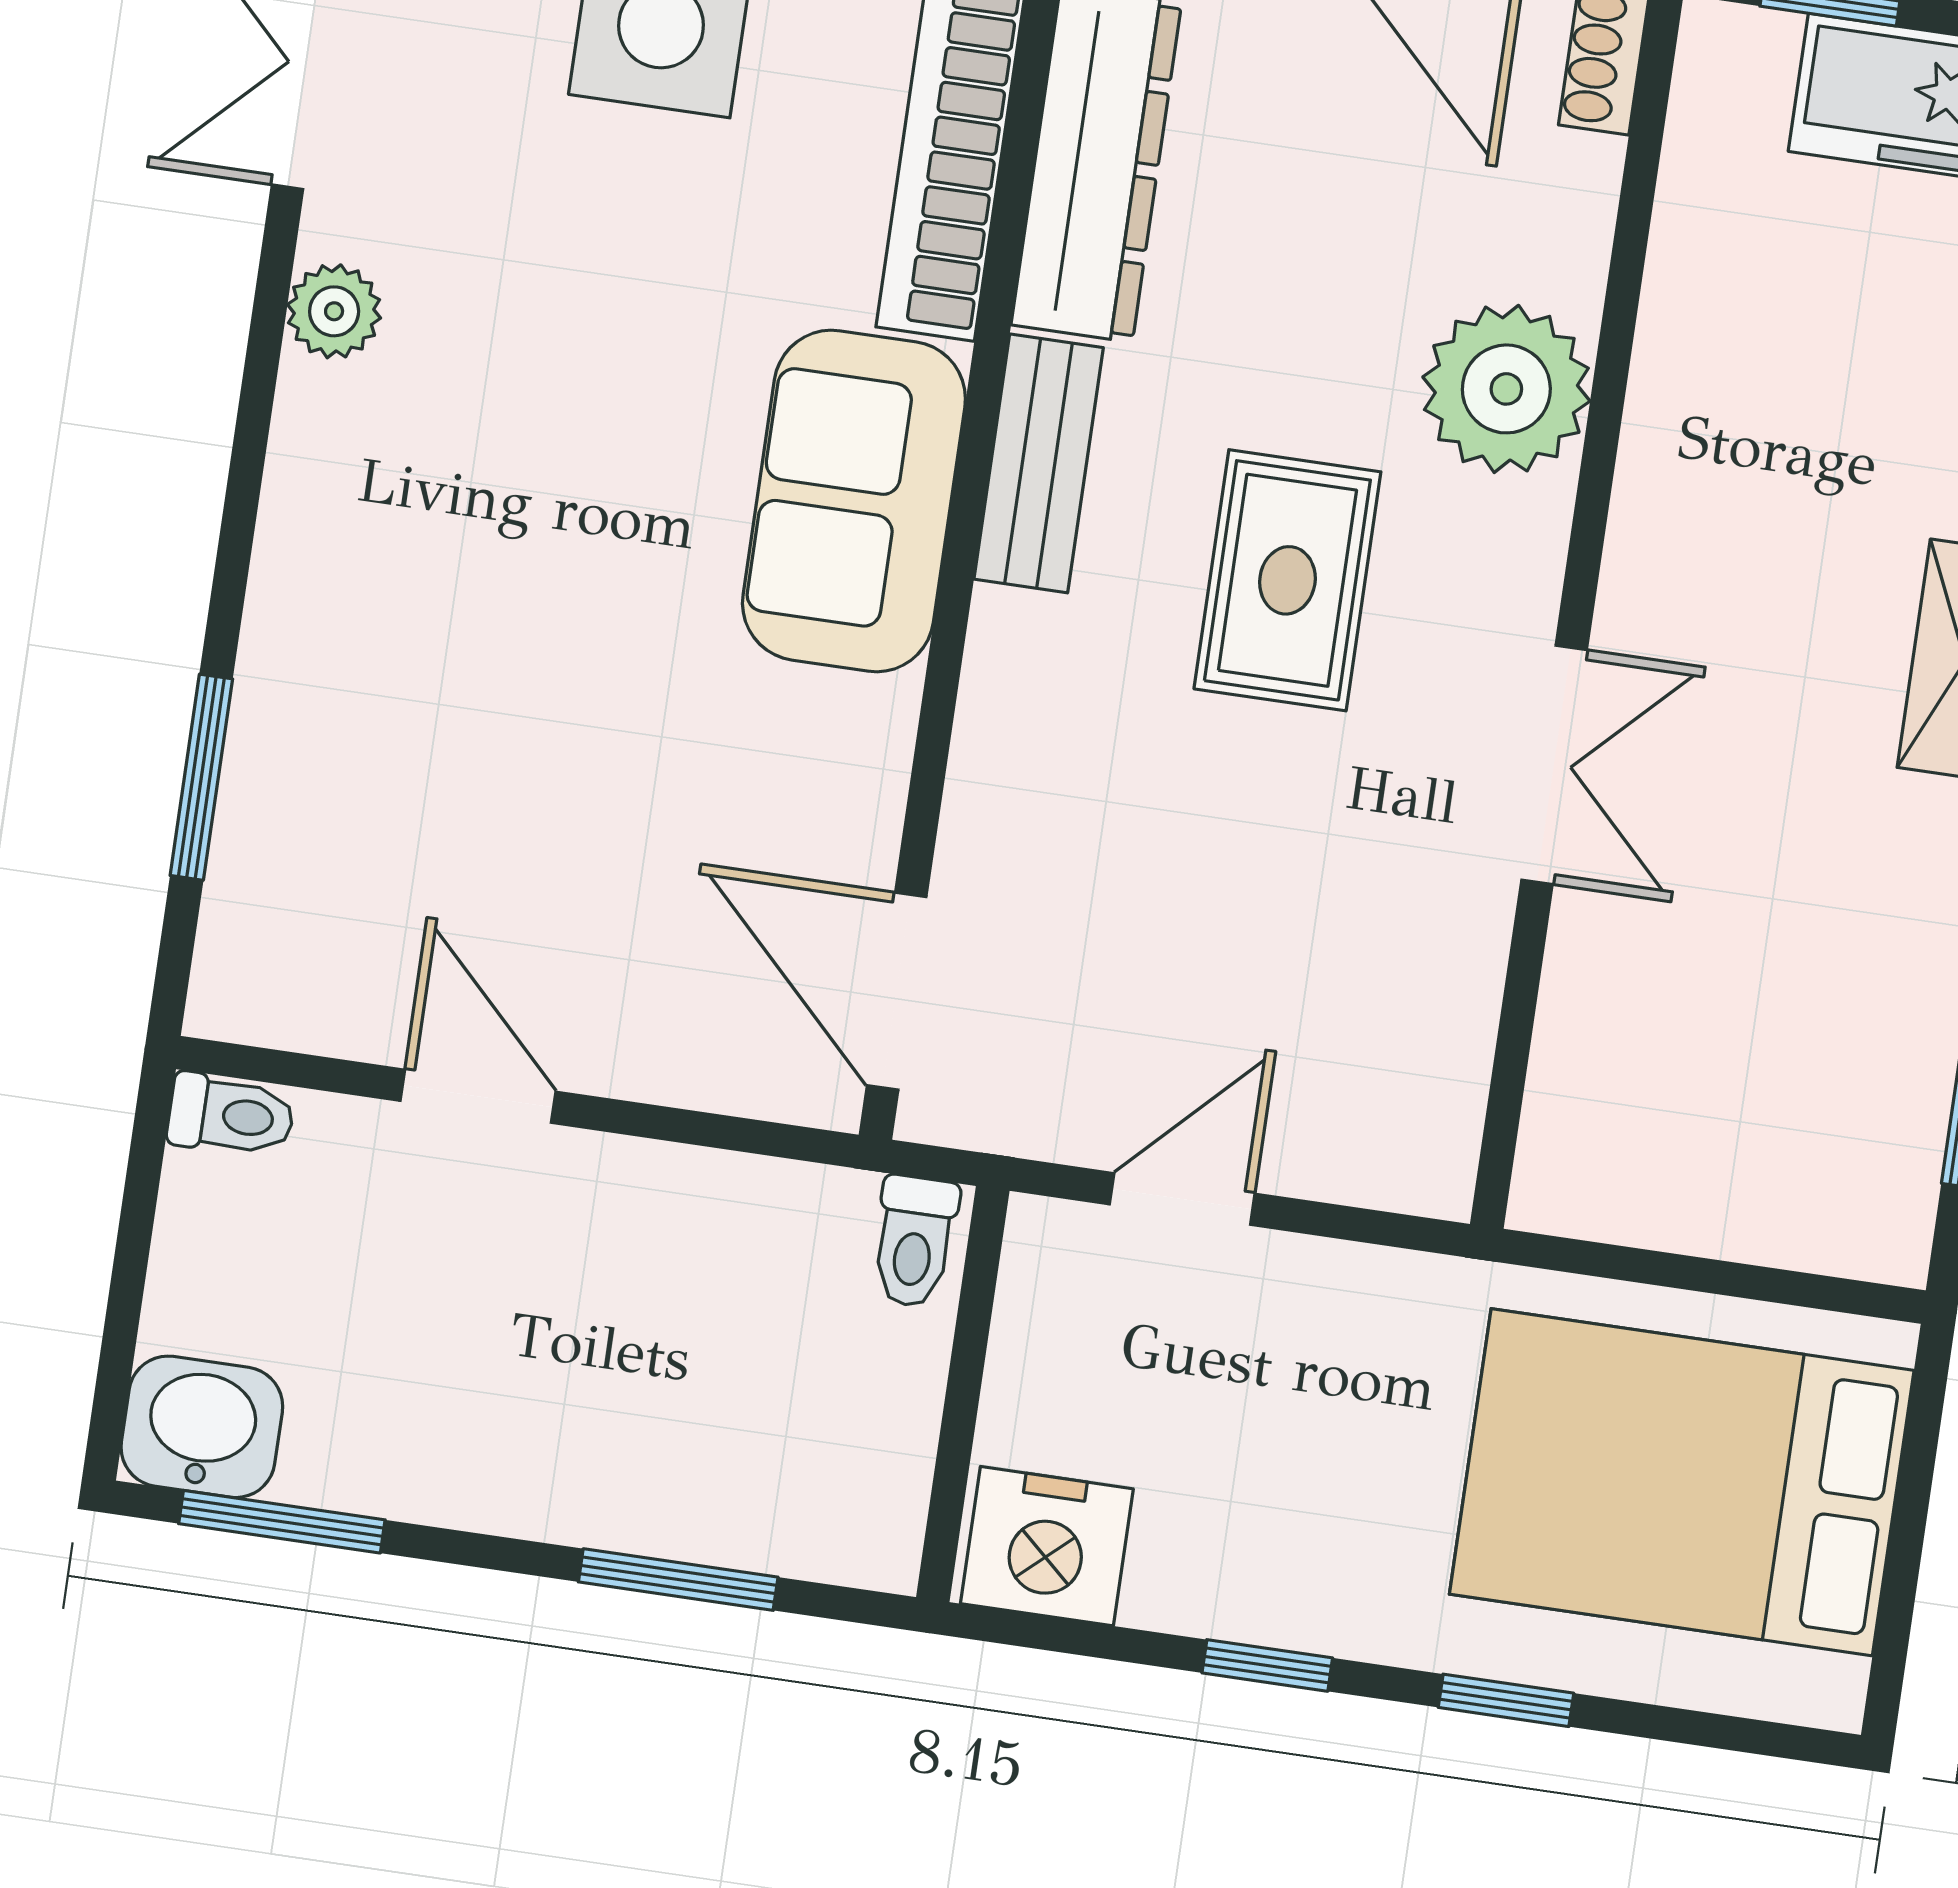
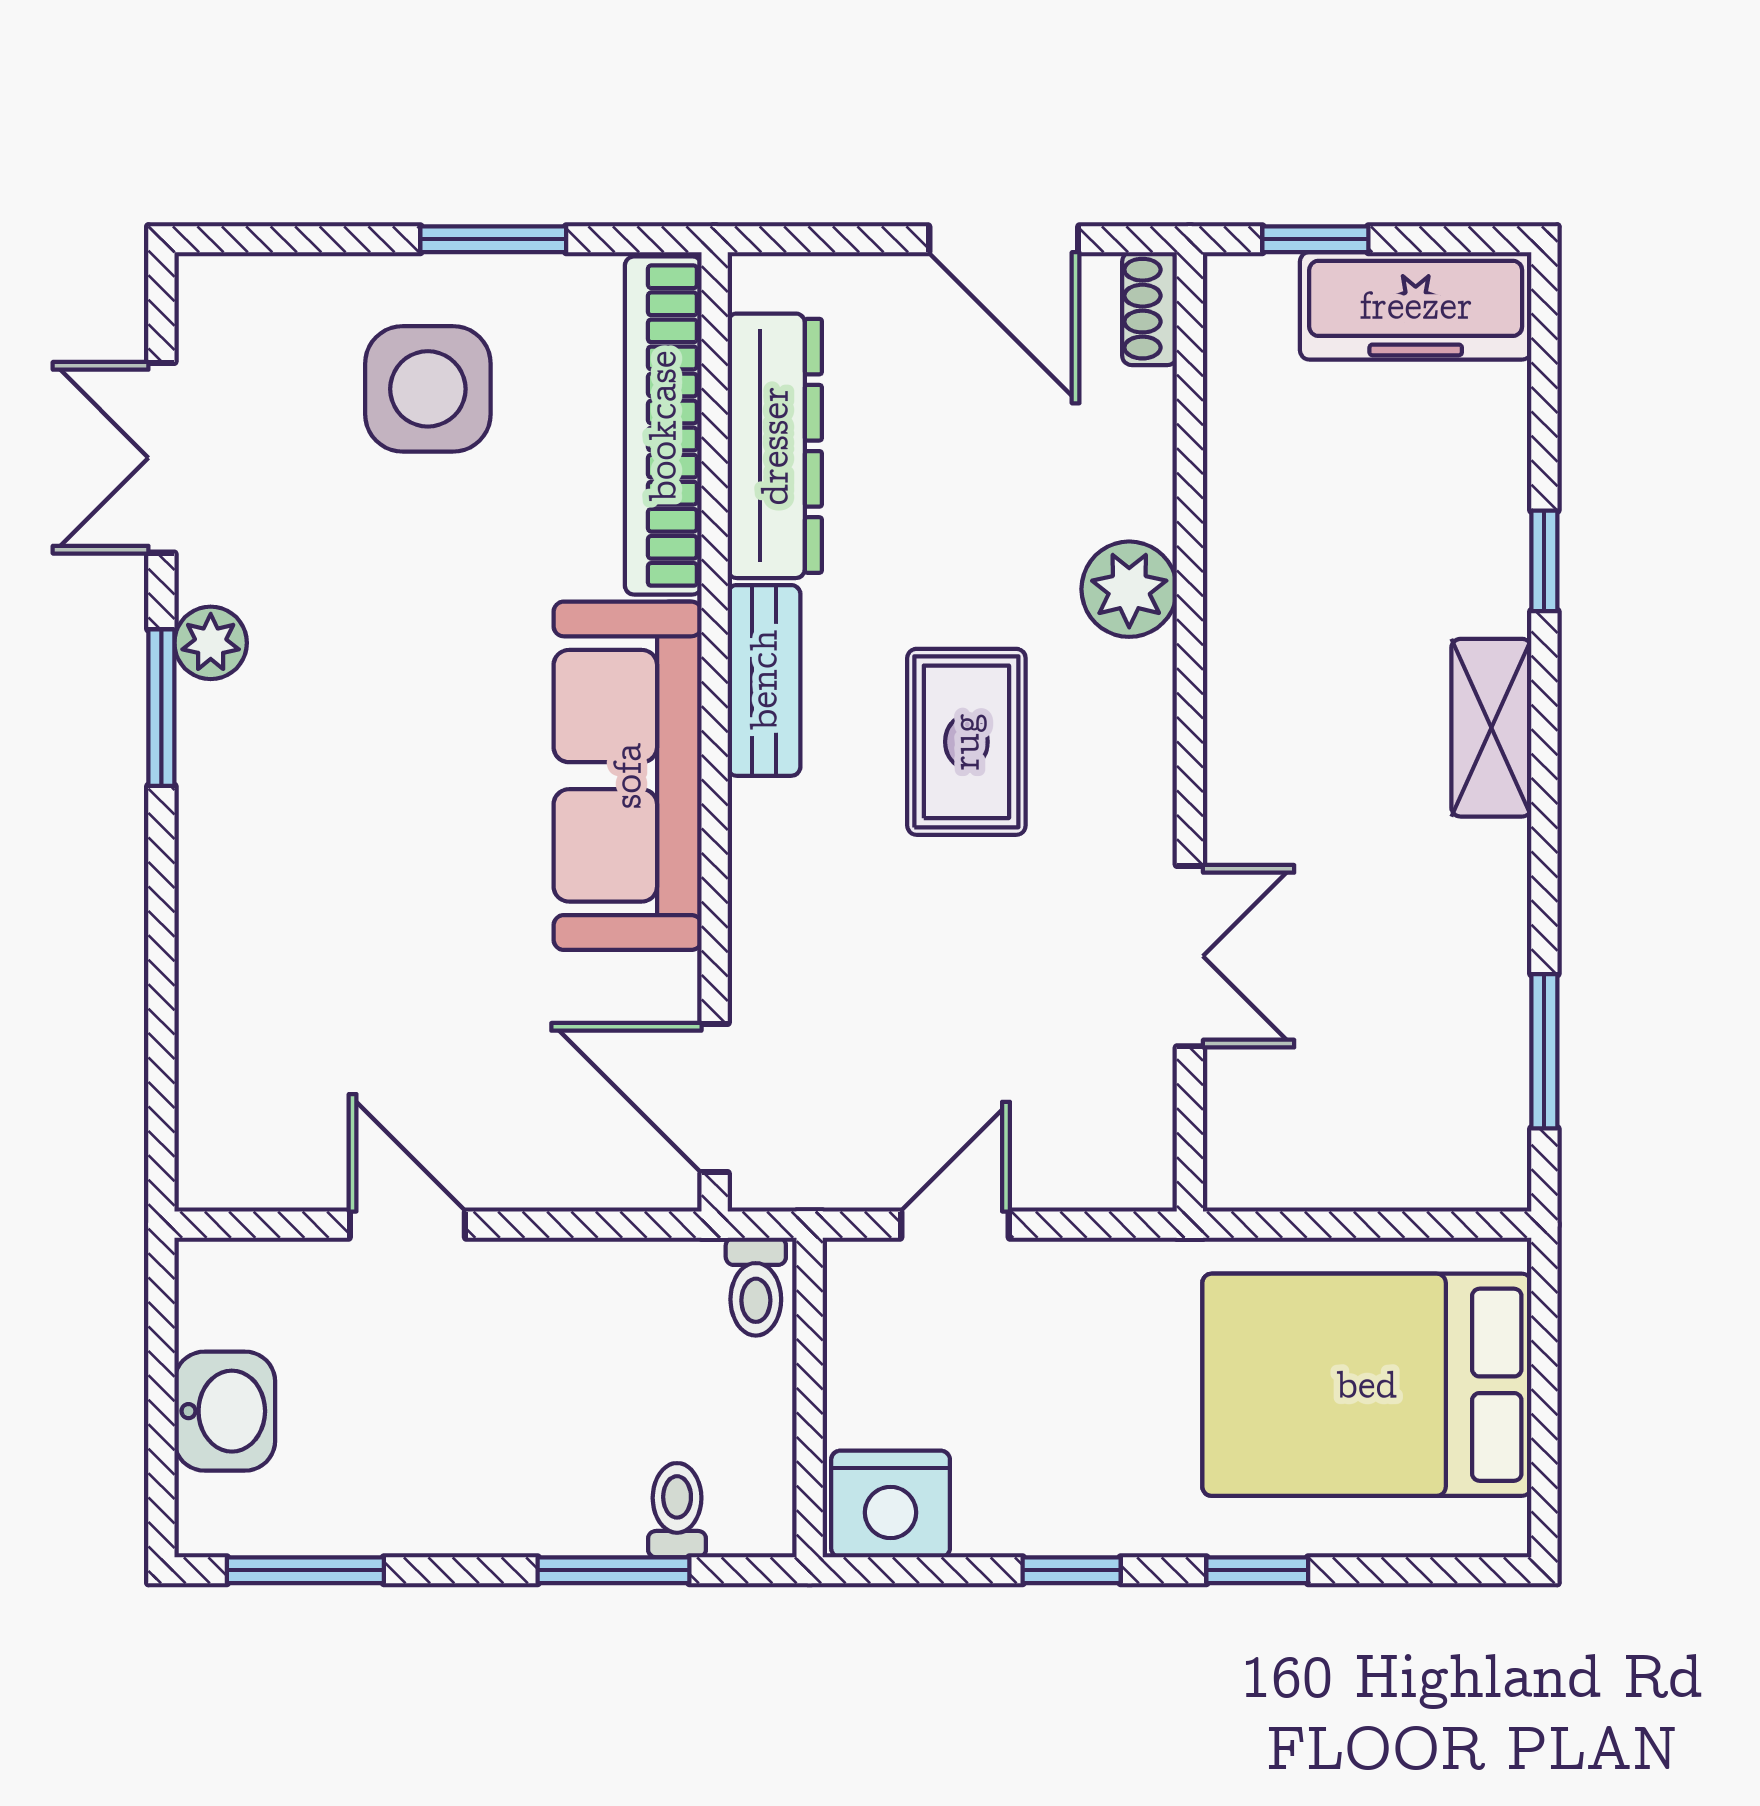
plant: (1506, 389) -> (1129, 589), width x0.73, depth x0.73
sofa: (854, 501) -> (628, 776), width x1.36
double door: (1554, 765) -> (1190, 956), moved
window: (201, 777) -> (161, 708), moved
toilet: (231, 1115) -> (677, 1510), moved, turned -90
washbasin: (202, 1427) -> (225, 1411), moved, turned 90

